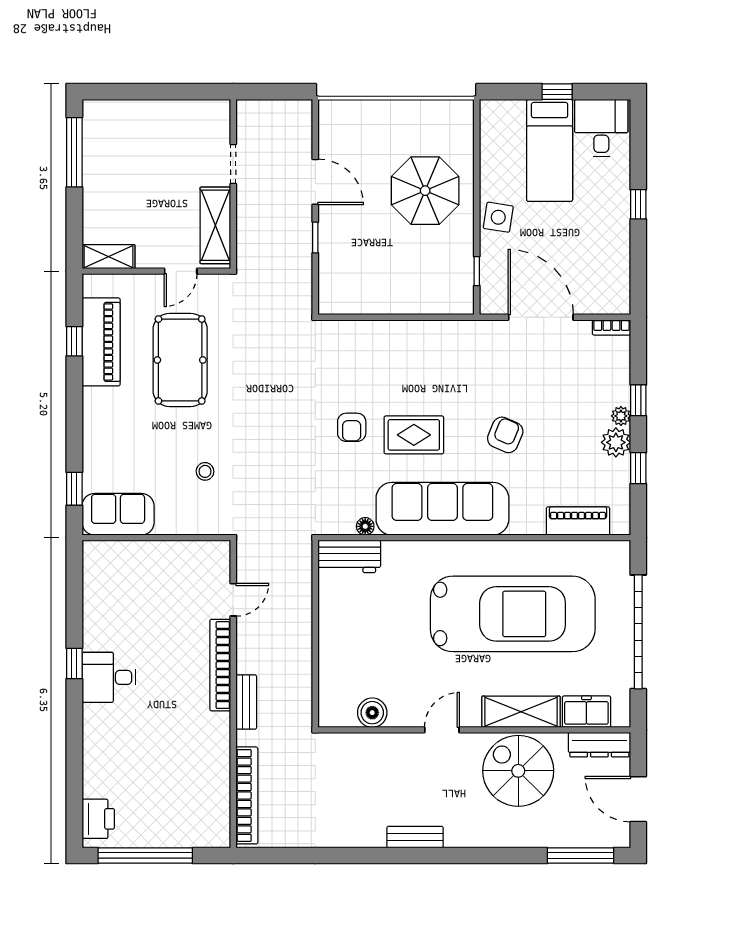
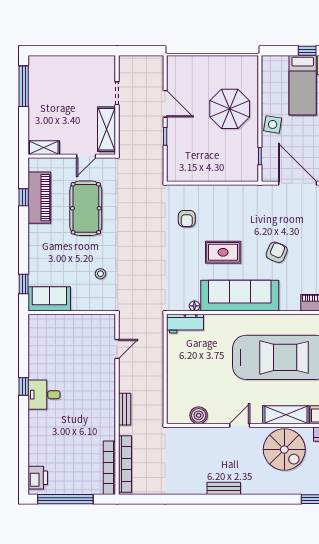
armchair: (352, 427) -> (187, 219), moved
bookcase: (220, 665) -> (109, 468), moved
spiral stairs: (518, 771) -> (284, 450), turned 180

